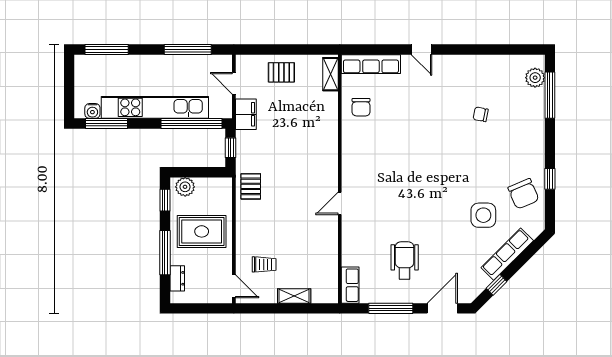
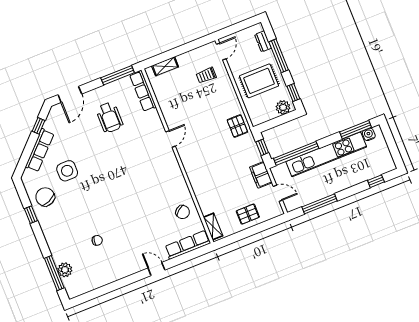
window: (107, 50) -> (376, 181), width x0.46
plant: (535, 78) -> (65, 270), moved
chair: (361, 107) -> (183, 212), turned 142
row of seats: (350, 285) -> (143, 91), width x1.48
door: (234, 286) -> (221, 52), swing flipped
shelving: (294, 296) -> (165, 66), moved
window: (391, 308) -> (118, 75), moved

